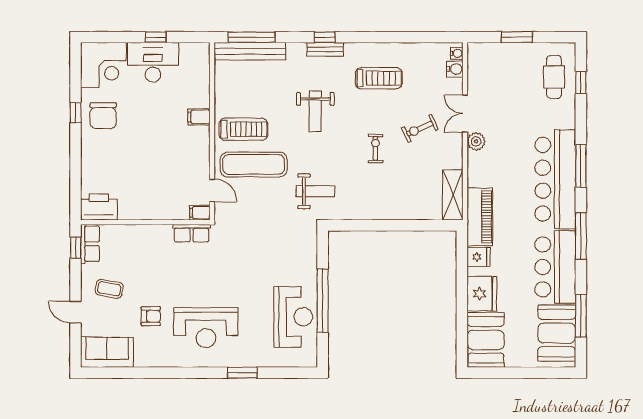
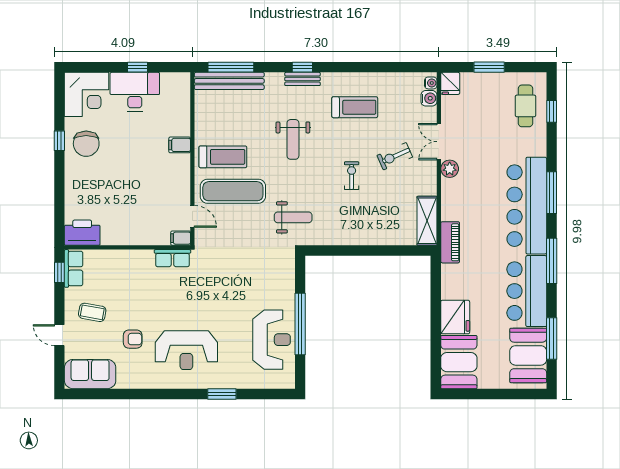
piano: (480, 217) -> (450, 242), width x0.73, depth x0.75
fridge: (479, 257) -> (450, 83), moved, turned 90

